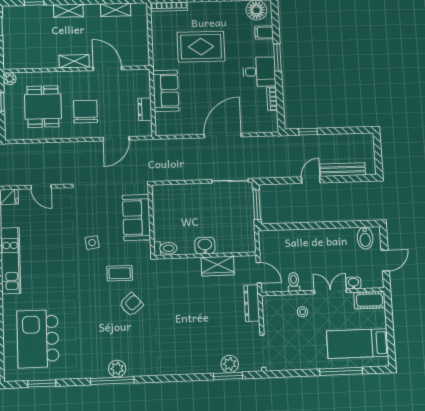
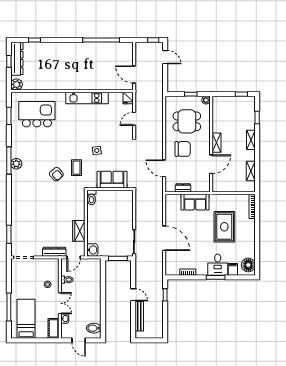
desk: (259, 72) -> (218, 265), moved
washbasin: (205, 246) -> (92, 250), moved
plant: (230, 364) -> (16, 236), removed

